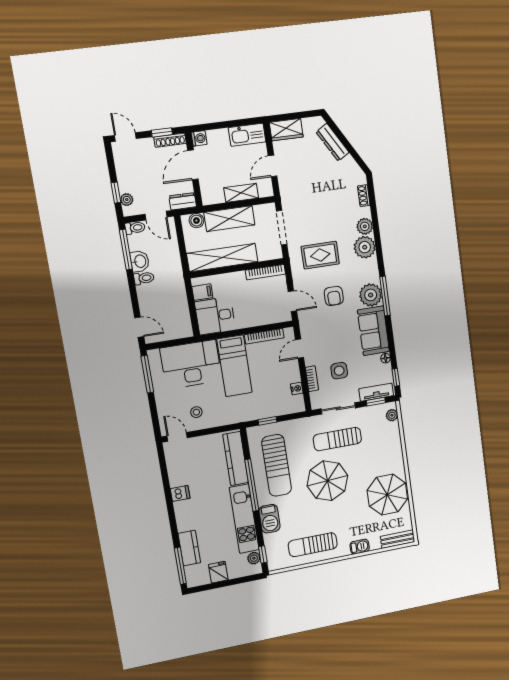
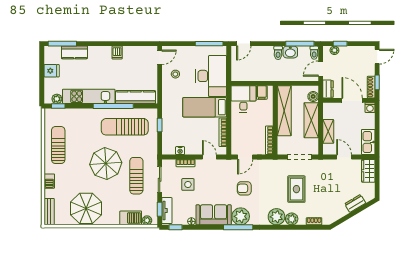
dresser: (333, 142) -> (355, 203), width x0.70
rug: (320, 255) -> (296, 189), moved
barbecue: (270, 519) -> (131, 218), moved, turned 180

